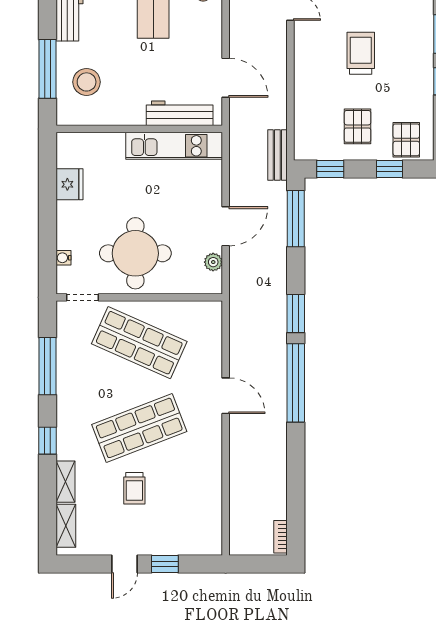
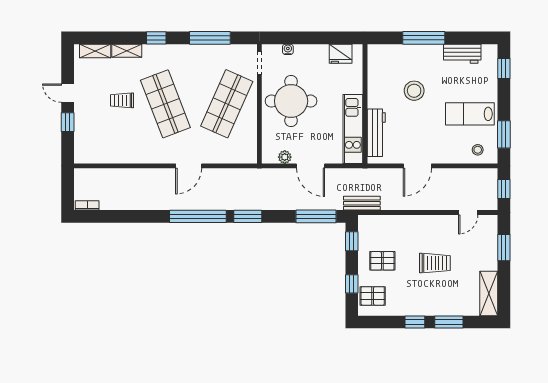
stool: (87, 82) -> (414, 91), moved
workbench: (180, 113) -> (376, 133), moved
wall: (139, 129) -> (365, 104), moved
kitchen unit: (174, 146) -> (353, 129), moved

